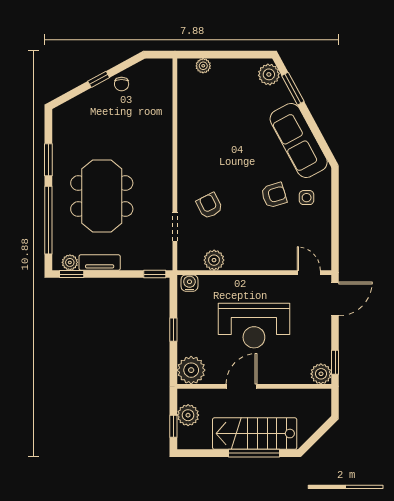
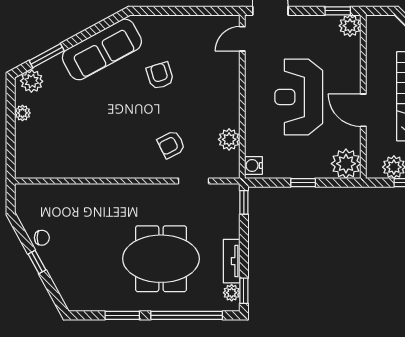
plant: (203, 66) -> (22, 113), moved
side table: (307, 198) -> (163, 41), removed
reception desk: (254, 326) -> (299, 97), turned 180

